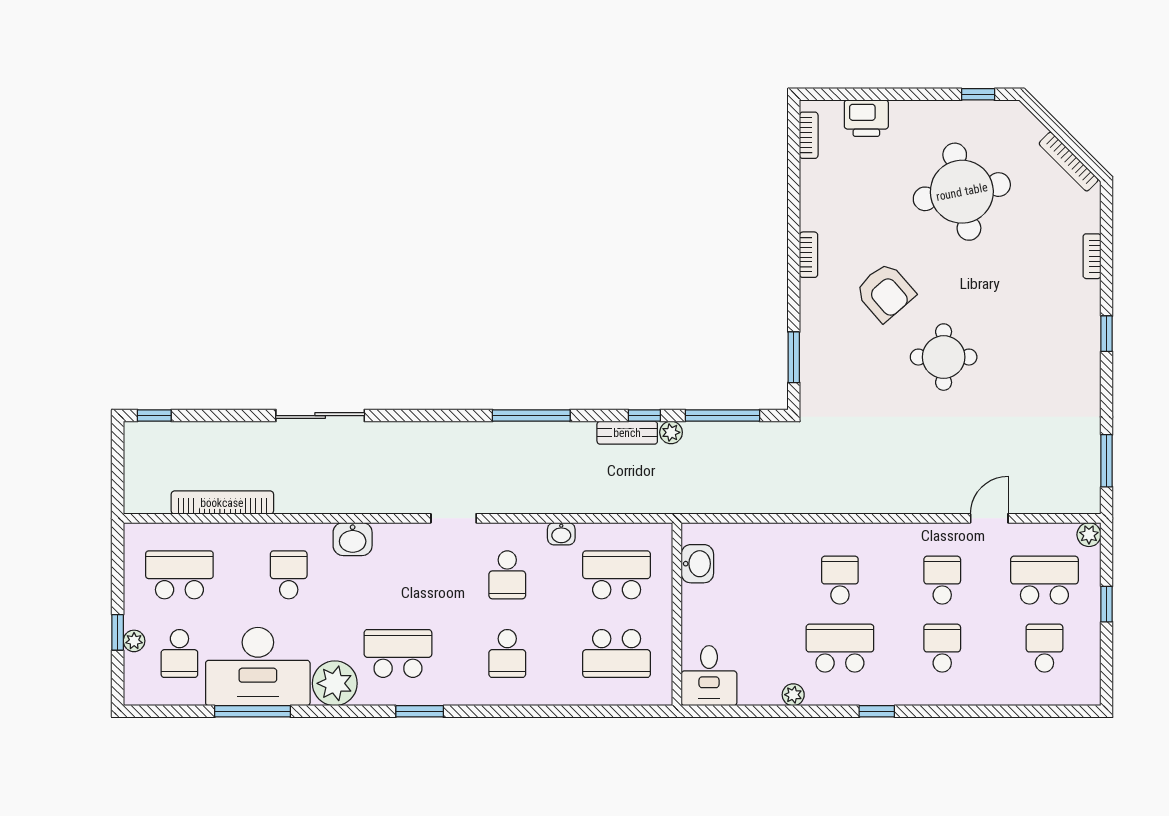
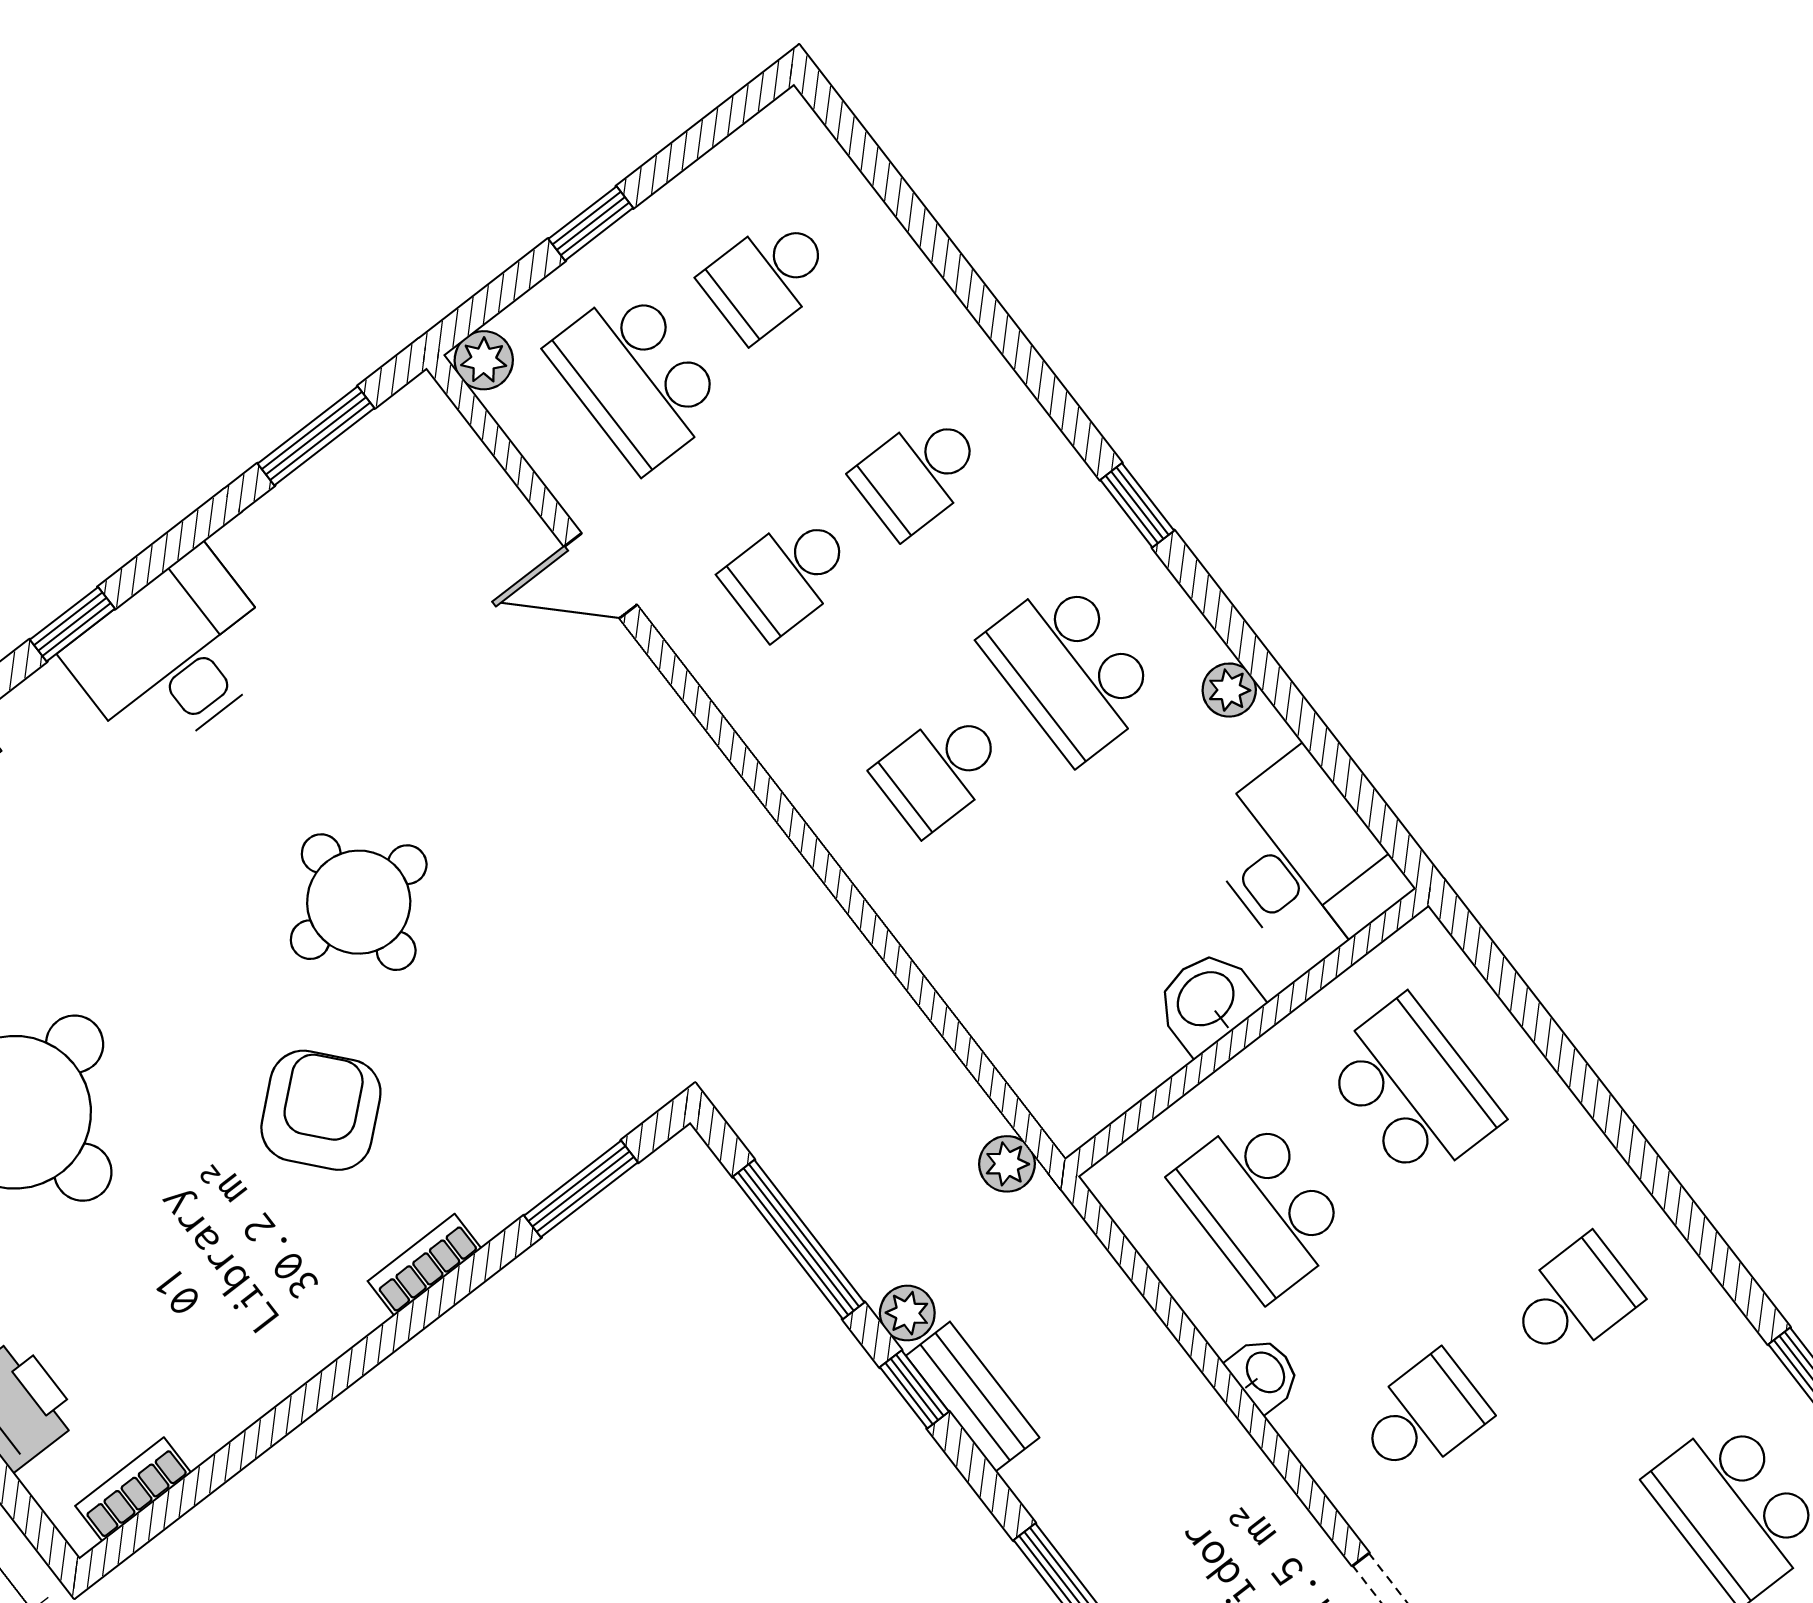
bookcase: (809, 255) -> (425, 1265), moved
desk: (1071, 359) -> (174, 655), added
plant: (695, 503) -> (1007, 1164), added
washbasin: (697, 564) -> (1207, 1001), moved
desk: (709, 676) -> (1302, 860), width x1.37

